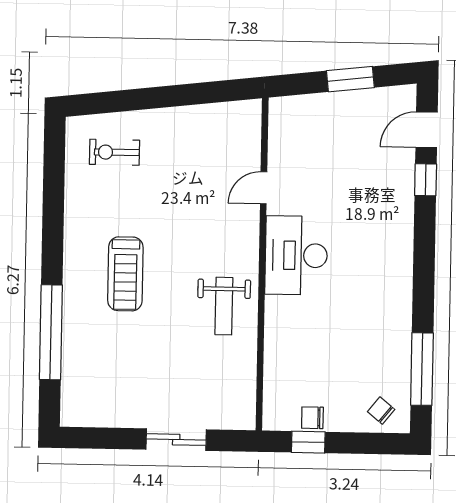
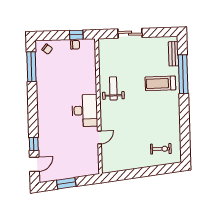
treadmill: (125, 274) -> (160, 83), moved, turned -90
bench: (72, 384) -> (173, 54), added

